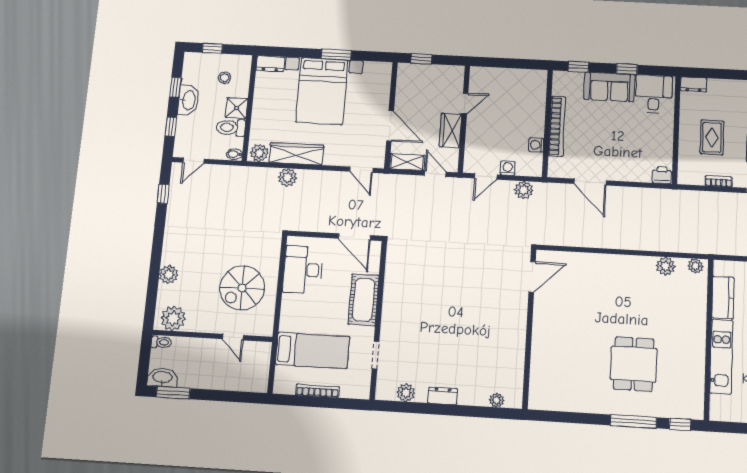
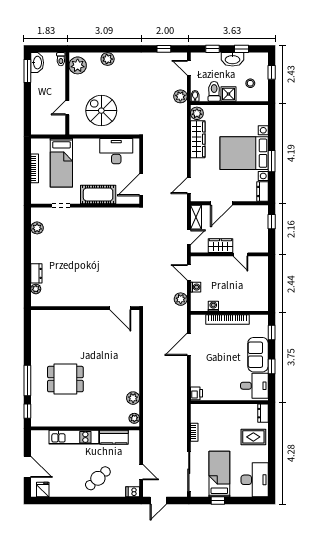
dresser: (270, 64) -> (262, 191), moved
rug: (712, 137) -> (253, 437), moved
plant: (288, 178) -> (180, 96), moved
dresser: (443, 396) -> (36, 273), moved

